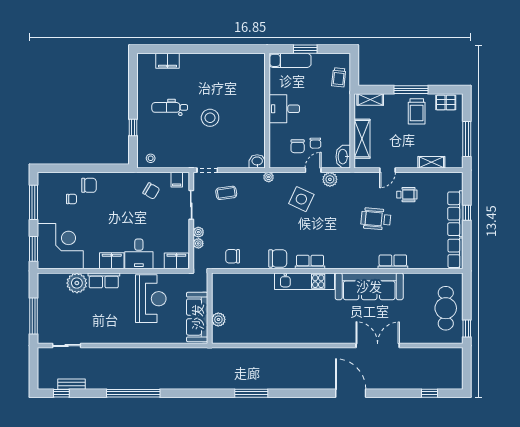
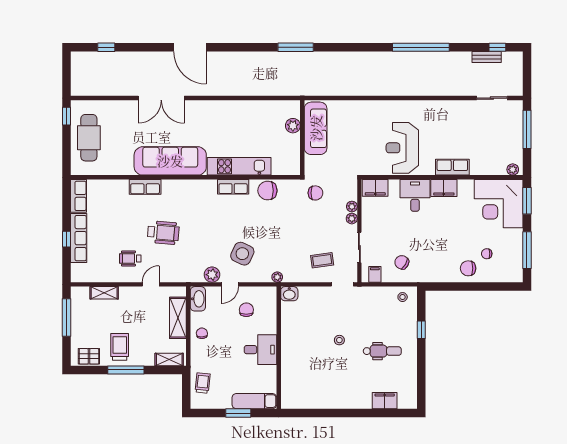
stool: (210, 118) -> (339, 340), width x0.53, depth x0.53
chair: (315, 143) -> (202, 333), moved
plant: (77, 283) -> (513, 169), moved, width x0.53, depth x0.53
wall: (210, 308) -> (302, 138), moved
sofa: (197, 317) -> (316, 128), moved
plant: (218, 319) -> (293, 126), moved

